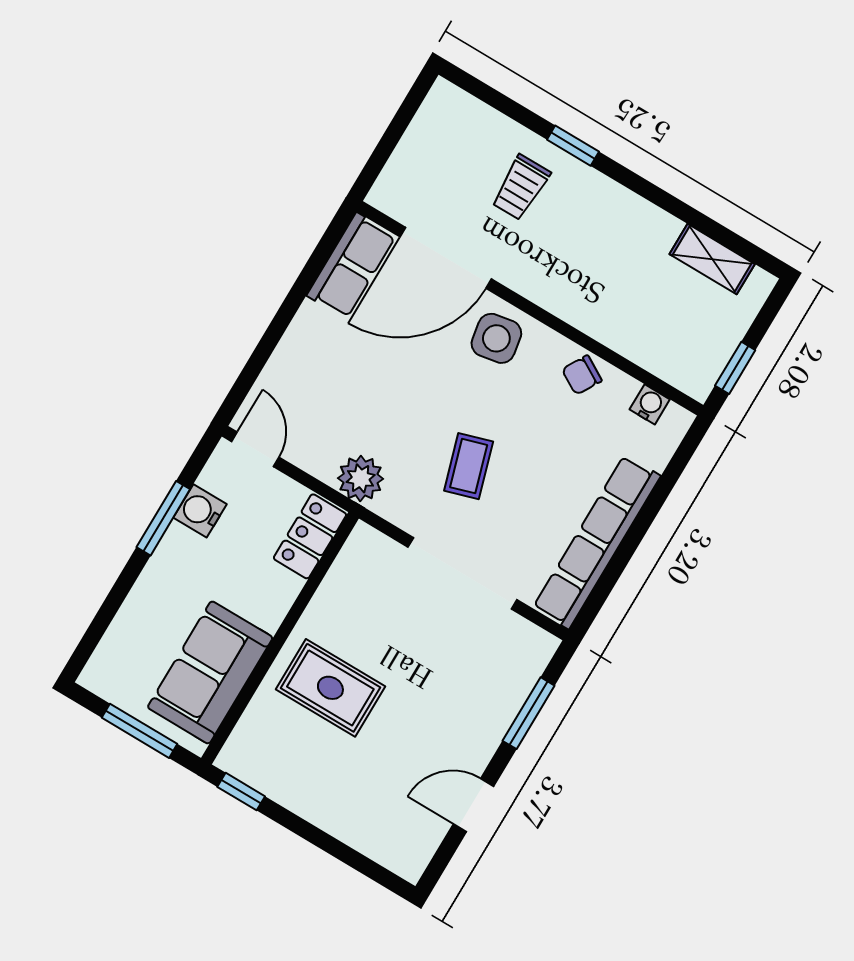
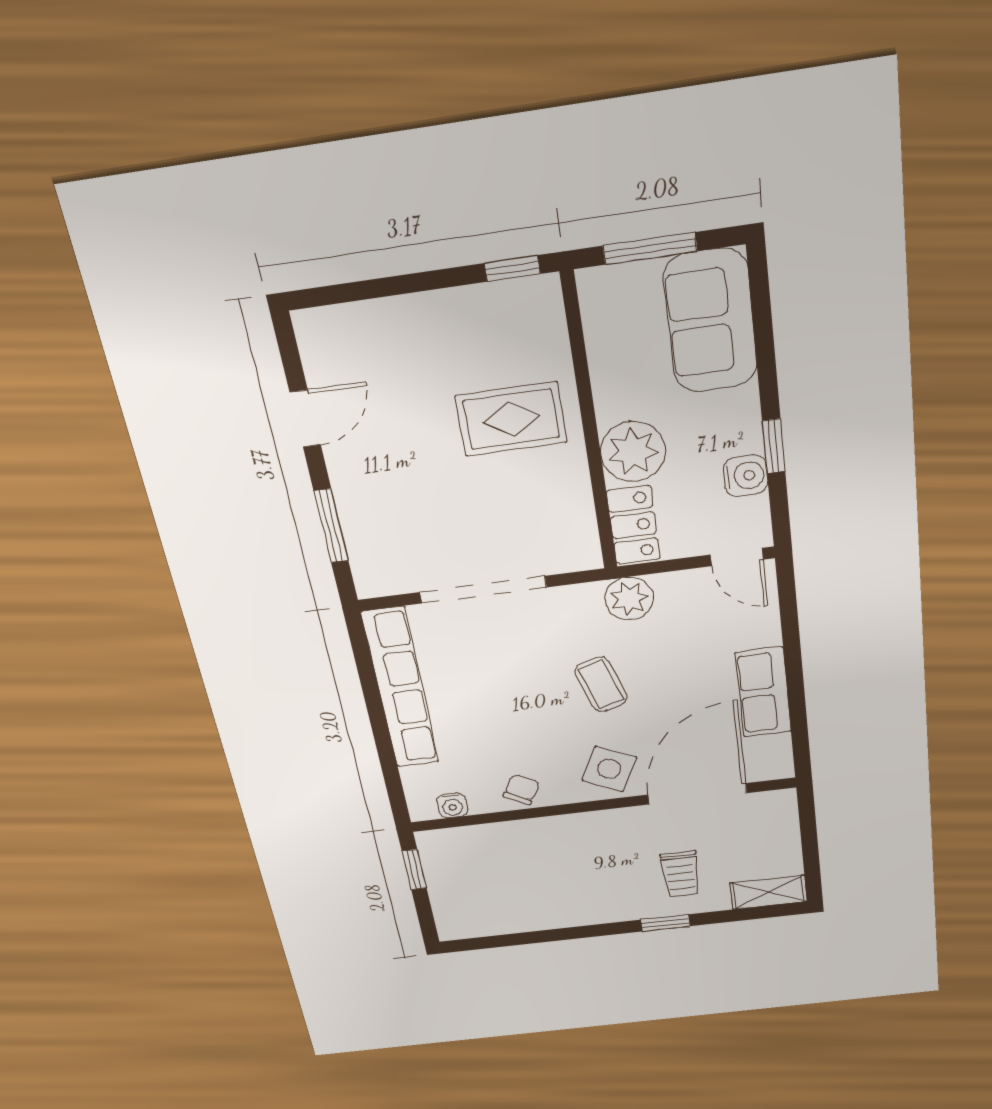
trolley: (521, 187) -> (681, 874), turned 180
shelving: (712, 259) -> (769, 892), moved
row of seats: (351, 266) -> (763, 692), moved
side table: (496, 338) -> (609, 769), turned 36
coffee table: (469, 466) -> (601, 684), moved
window: (163, 518) -> (774, 446), width x0.67
plant: (265, 594) -> (633, 451), added
sofa: (210, 672) -> (711, 321), moved, turned 180

